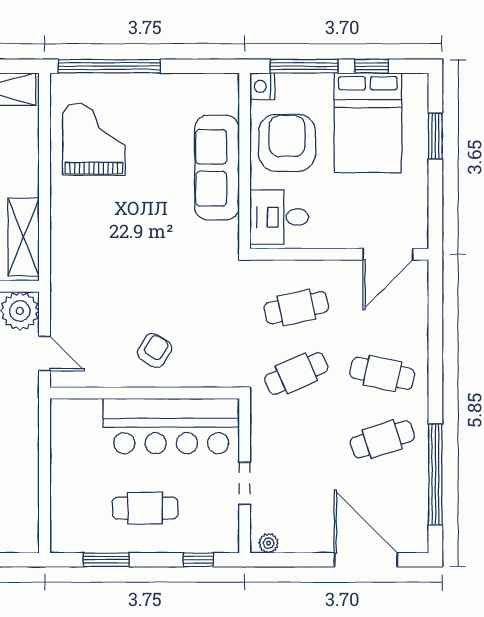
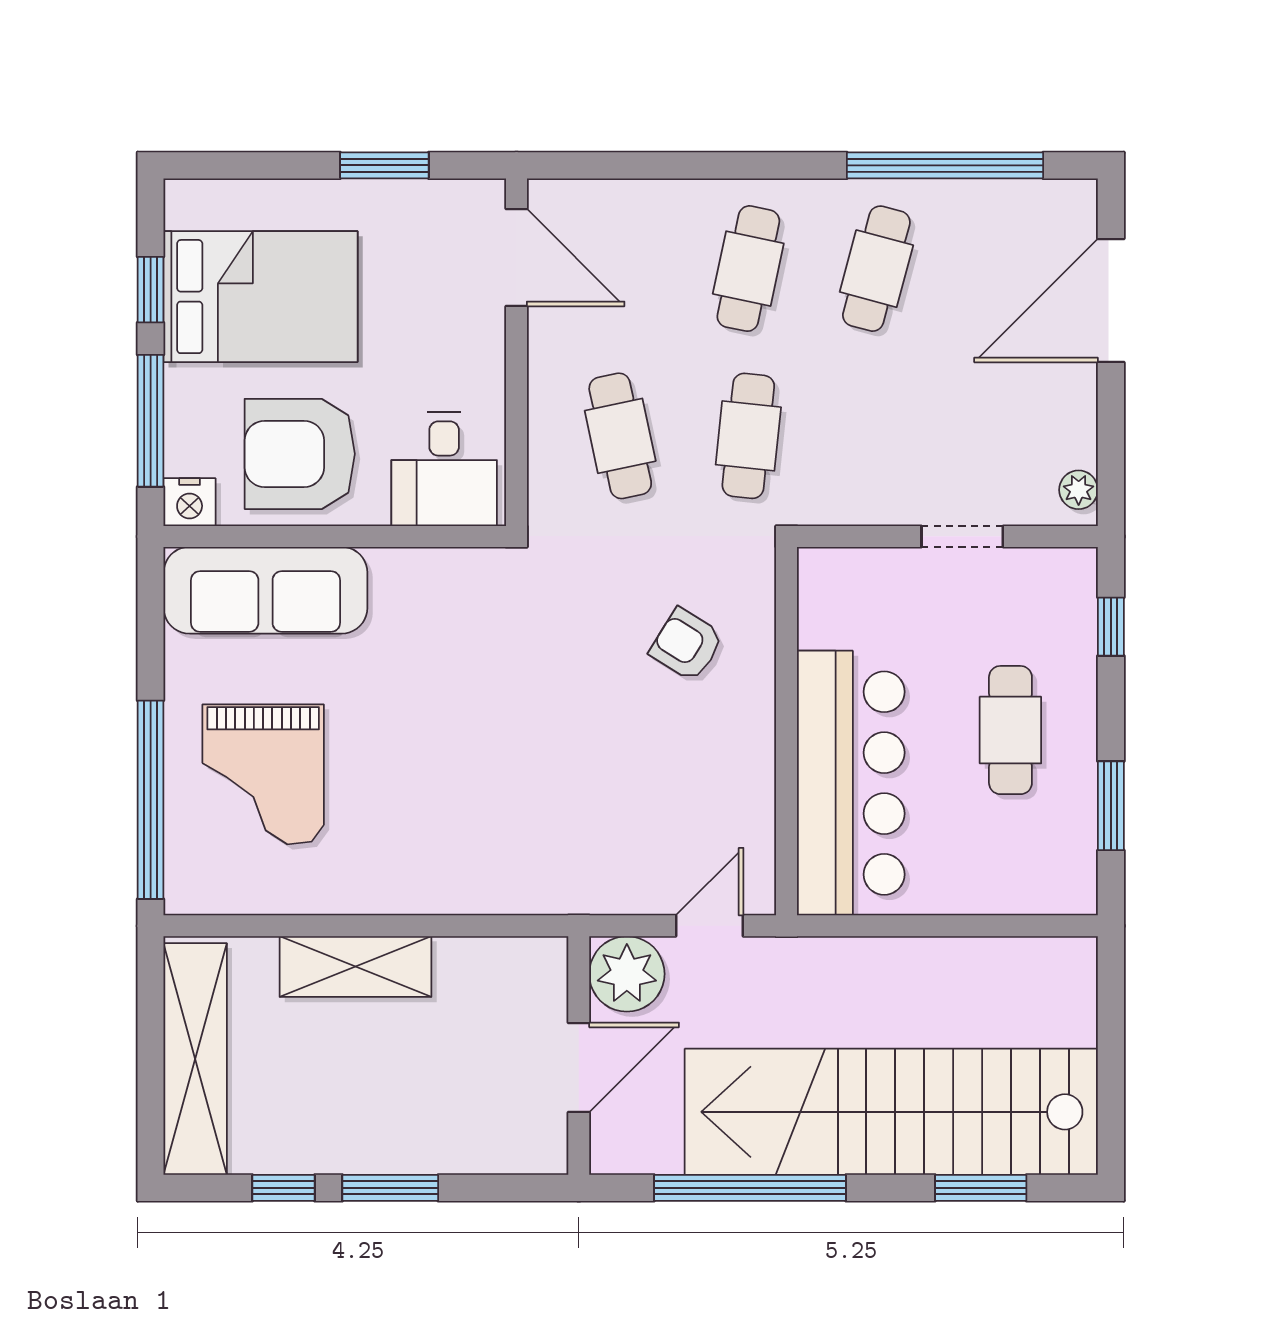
window: (435, 136) -> (384, 165), moved
grand piano: (94, 139) -> (263, 774), moved, turned -90
sofa: (217, 168) -> (265, 590), moved
shelving: (24, 237) -> (356, 967), moved
armchair: (154, 351) -> (687, 645), moved
cafe table: (296, 373) -> (748, 436), turned 30
bar counter: (171, 426) -> (851, 783), moved
cafe table: (382, 439) -> (876, 269), turned 33

